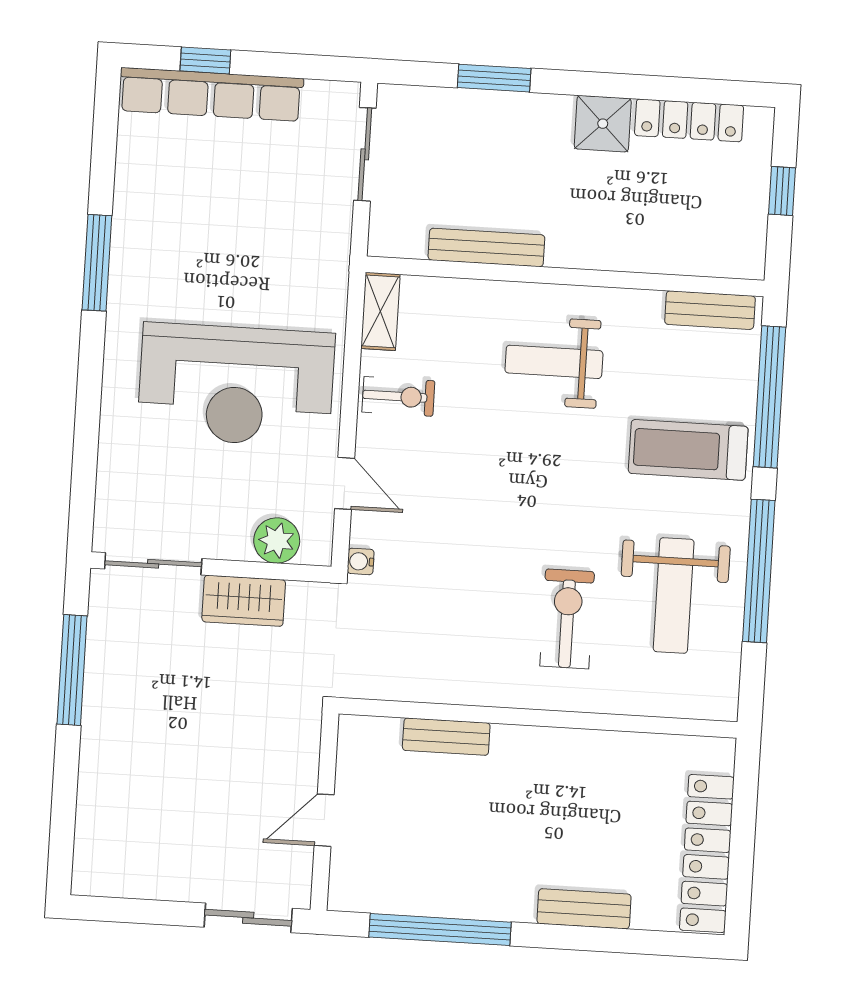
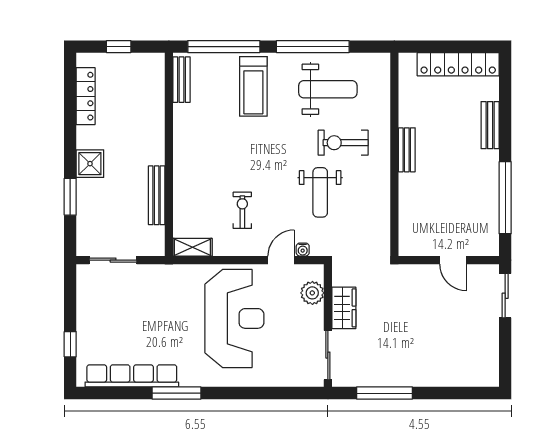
row of seats: (211, 94) -> (132, 376), moved, turned -90
shower: (603, 124) -> (90, 164), moved
weight bench: (554, 362) -> (320, 192), moved
exercise bike: (398, 396) -> (242, 210), moved
water cooler: (361, 561) -> (303, 250), moved
bench: (446, 737) -> (407, 150), moved

